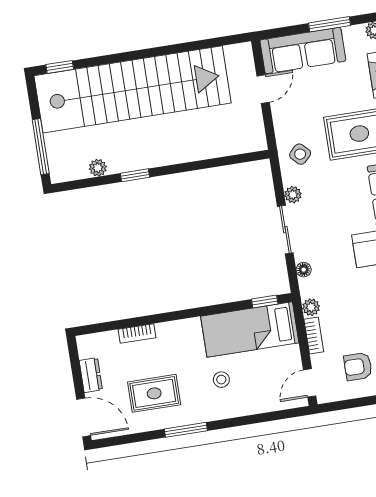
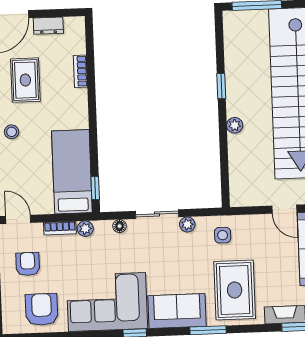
side table: (300, 154) -> (223, 235), turned 45
plant: (98, 168) -> (235, 125), moved
stool: (221, 380) -> (12, 132), moved

